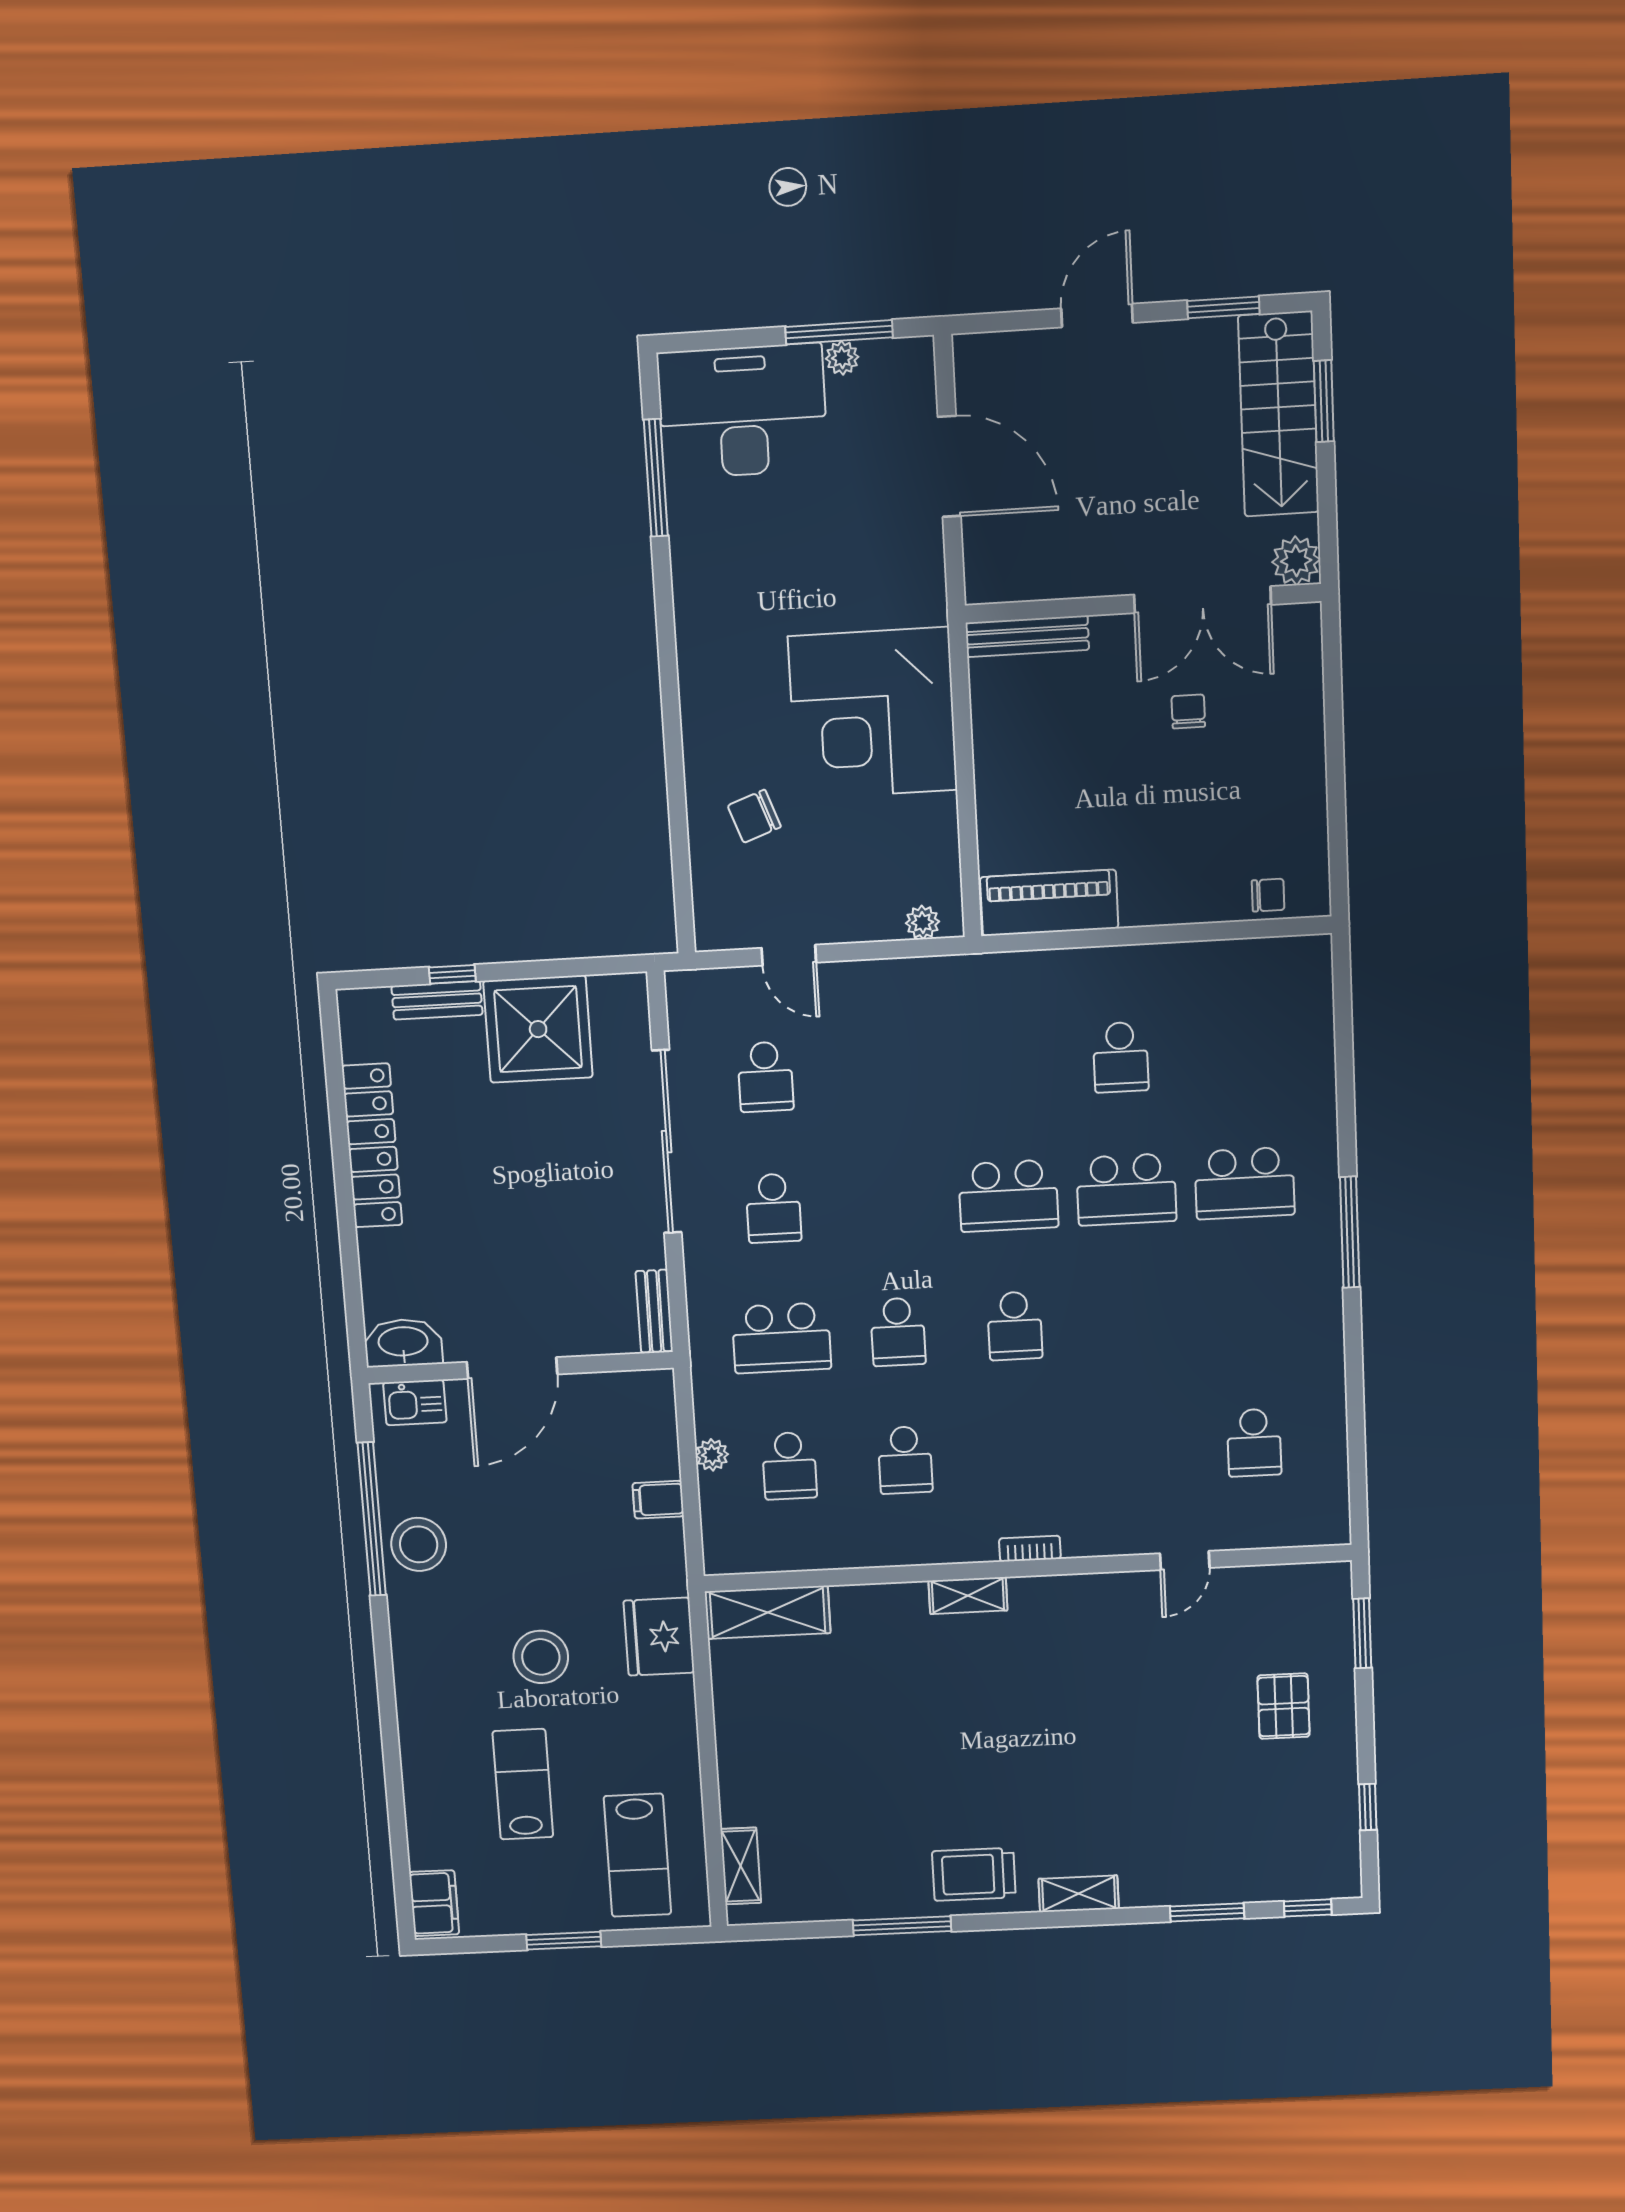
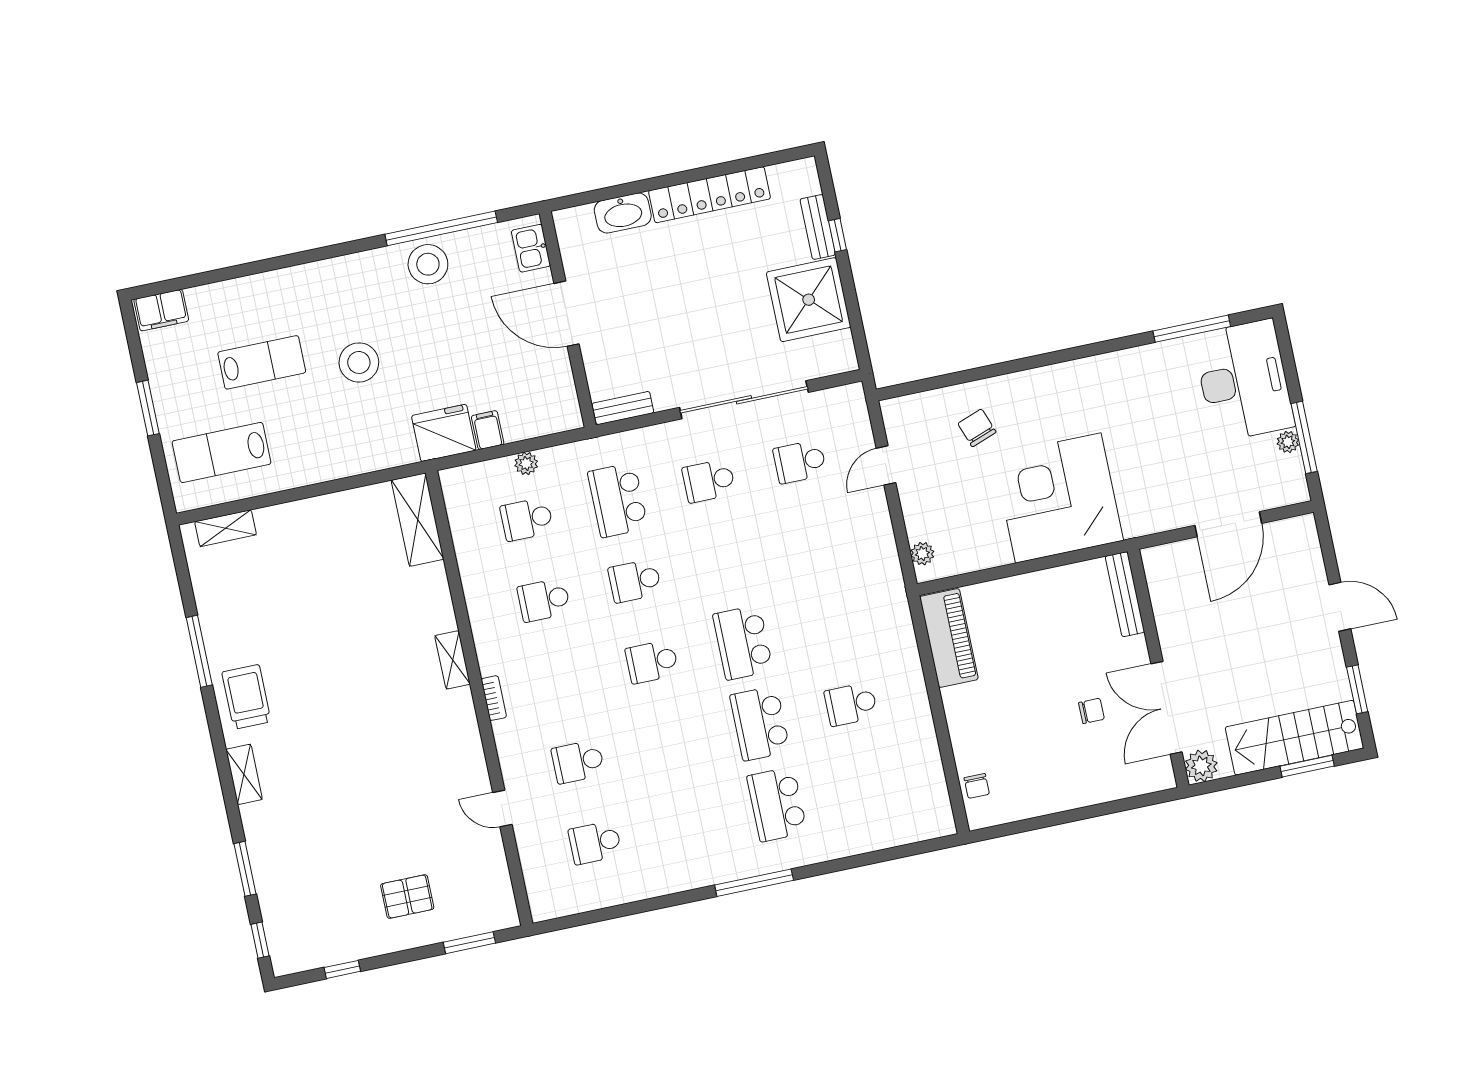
washbasin: (403, 1343) -> (623, 213), moved, turned 90
school desk: (1137, 1448) -> (578, 762), added
fridge: (659, 1637) -> (444, 433), moved

